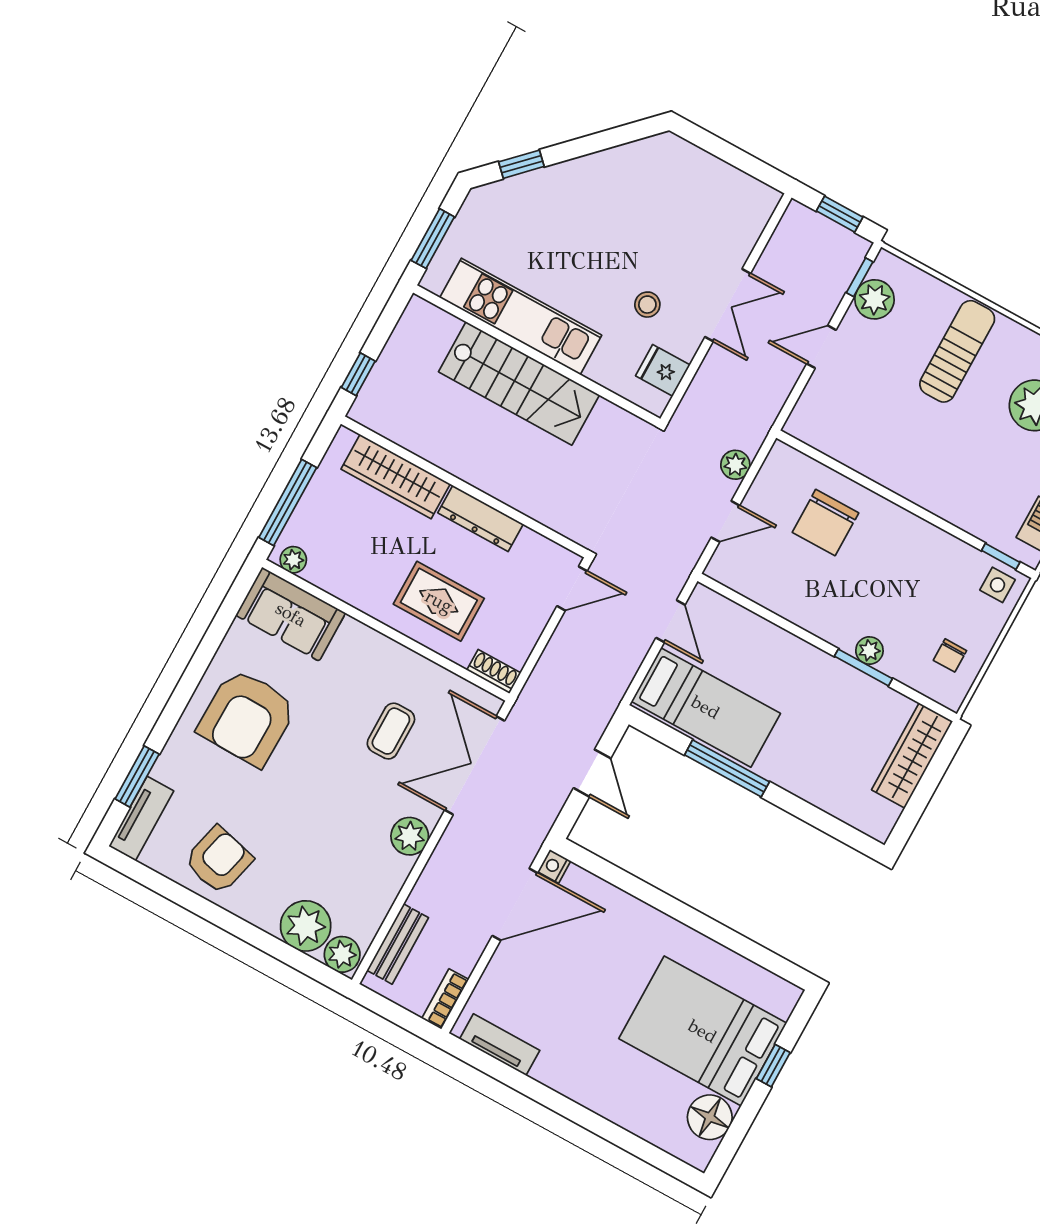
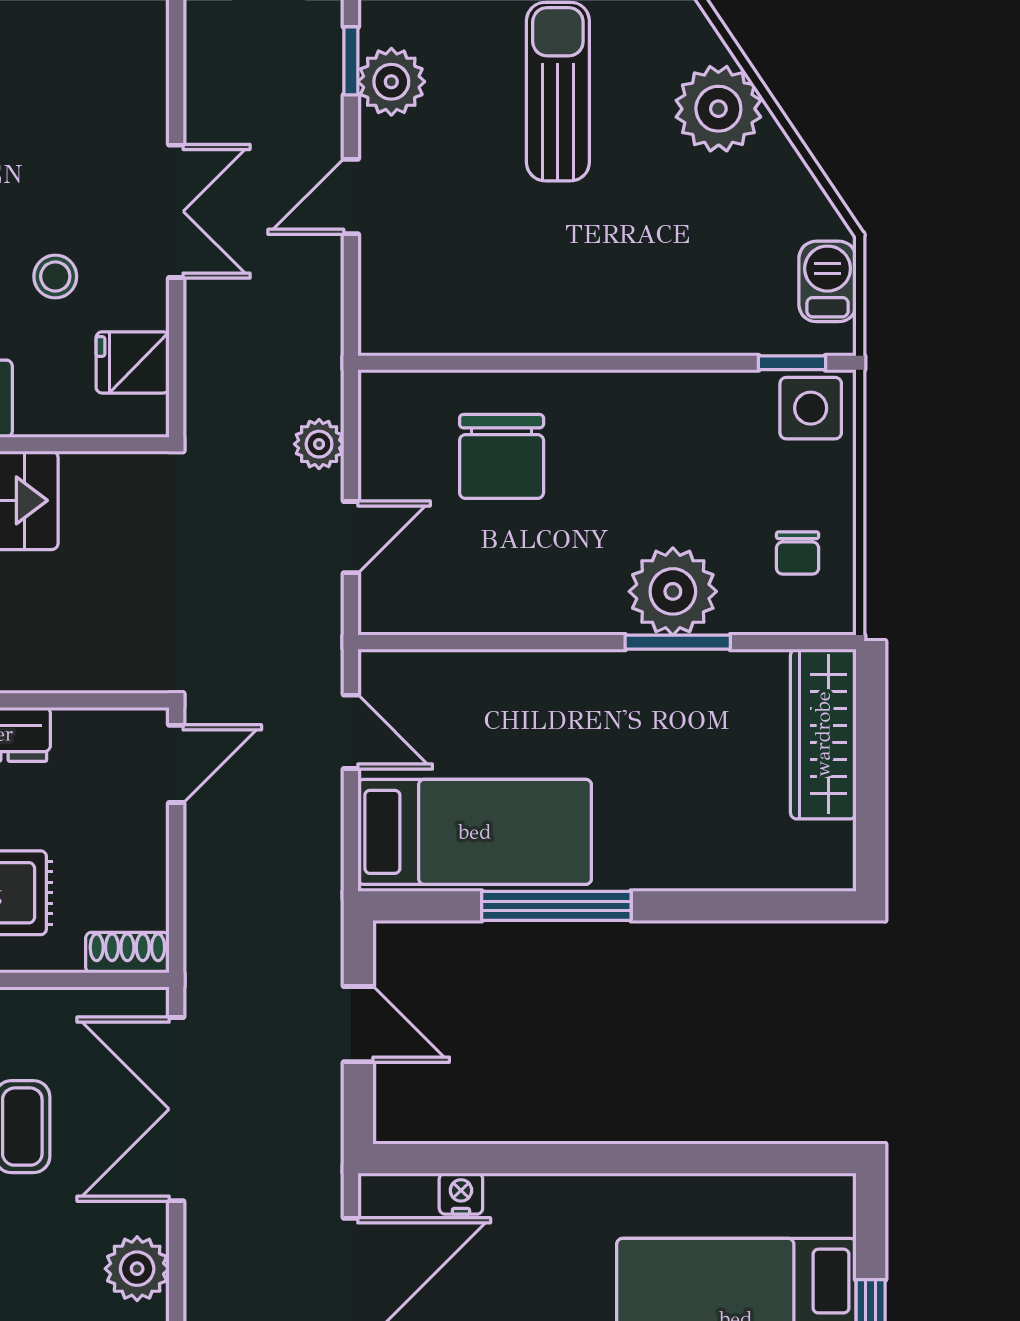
side table: (998, 585) -> (811, 408), width x1.37, depth x1.37
plant: (869, 650) -> (673, 591), width x1.87, depth x1.87
nightstand: (554, 866) -> (461, 1194), moved, turned 90

